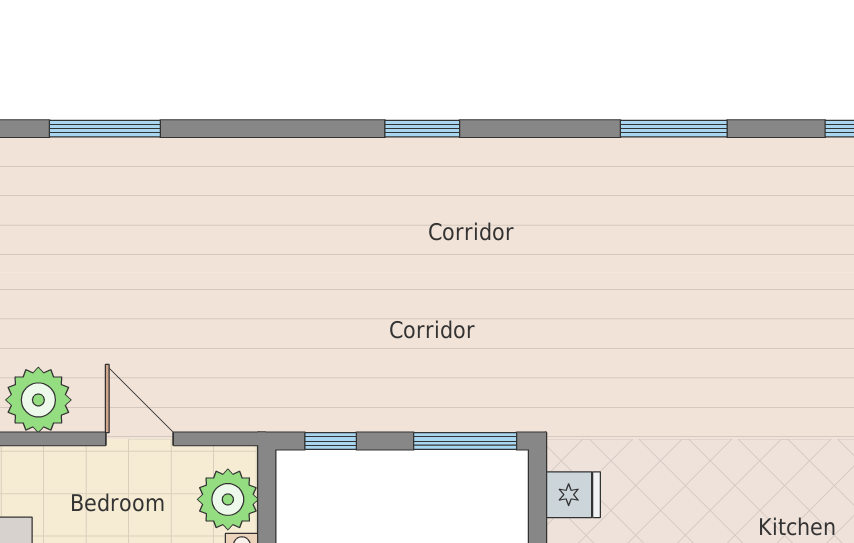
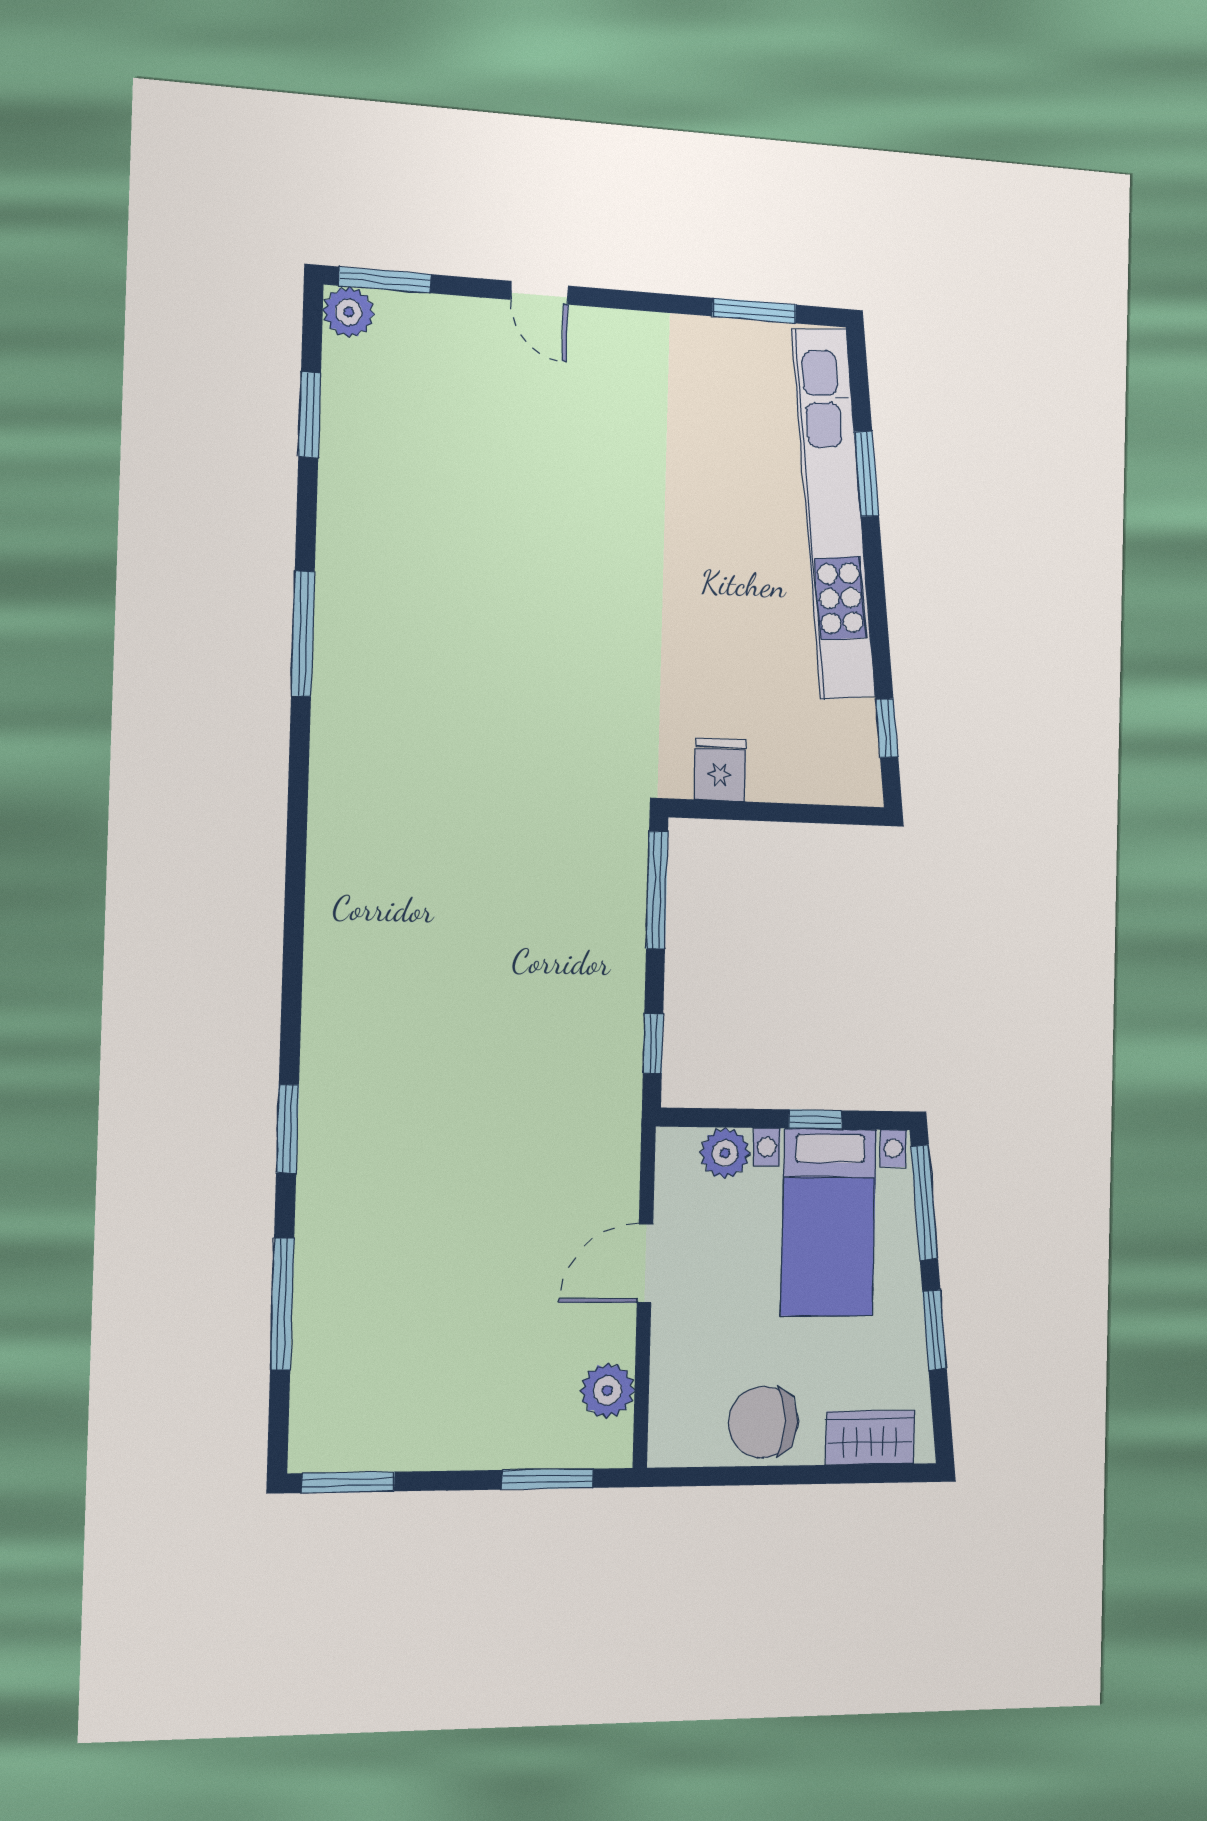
window: (422, 129) -> (288, 1129), moved
plant: (38, 400) -> (607, 1391), width x0.73, depth x0.73
plant: (228, 499) -> (725, 1153), width x0.73, depth x0.73

